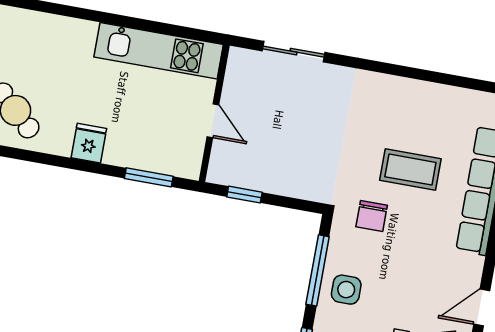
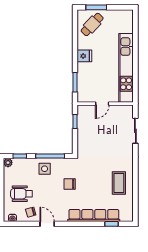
kitchen unit: (159, 51) -> (126, 68), width x1.36
coffee table: (410, 170) -> (119, 183), moved
chair: (372, 216) -> (70, 184), moved

